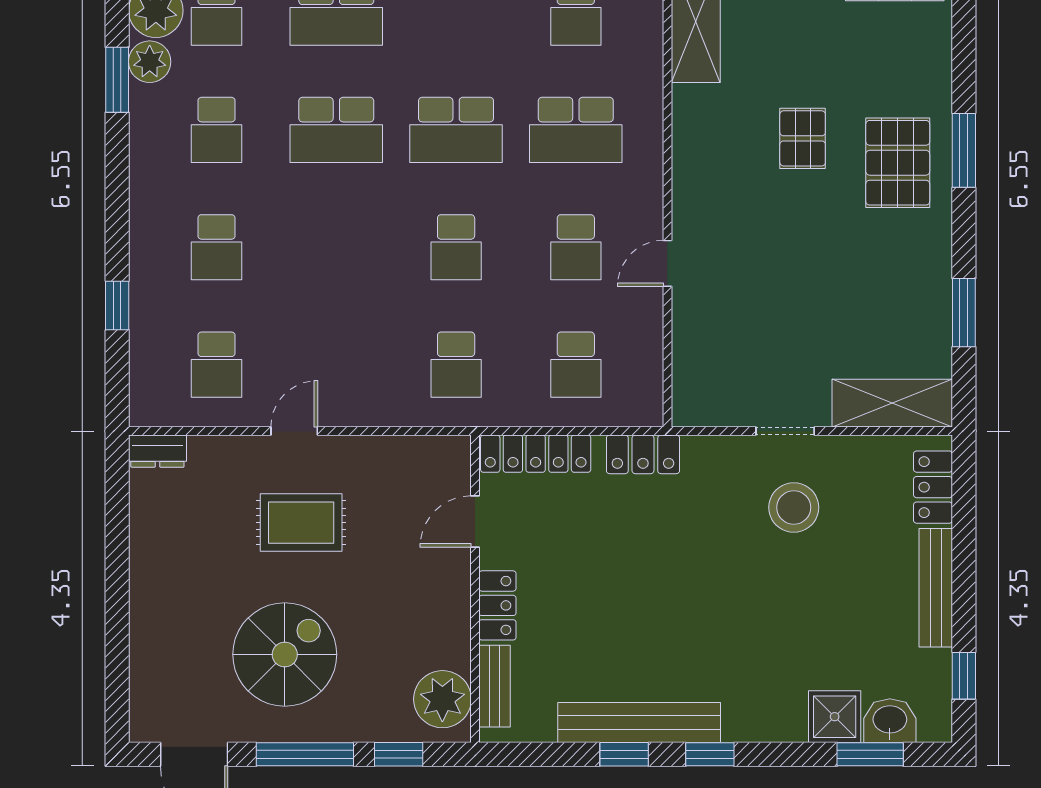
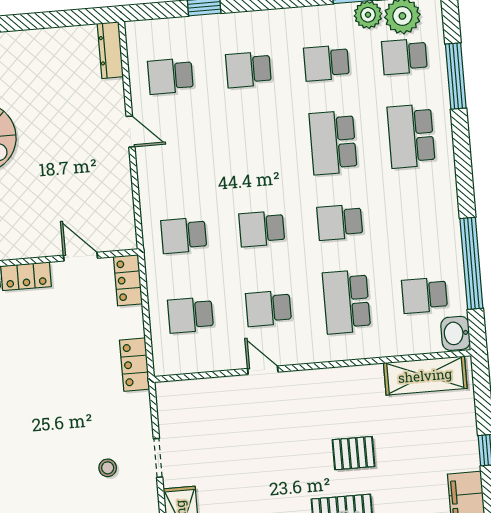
school desk: (456, 130) -> (340, 222), width x0.54
dresser: (157, 451) -> (110, 50), width x1.44
locker: (536, 454) -> (128, 280), width x0.66
stool: (794, 507) -> (108, 468), width x0.53, depth x0.53
rug: (301, 523) -> (70, 141), removed

